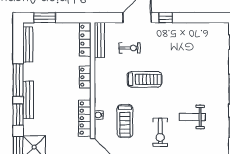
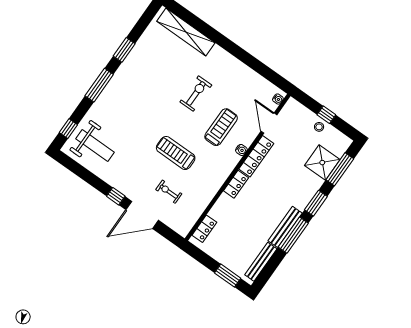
locker: (85, 39) -> (204, 229), width x0.66
bench: (99, 40) -> (192, 219), removed
locker: (85, 77) -> (236, 184), moved
bench: (28, 100) -> (285, 227), moved
weight bench: (192, 117) -> (95, 145), moved, width x1.36, depth x1.33

